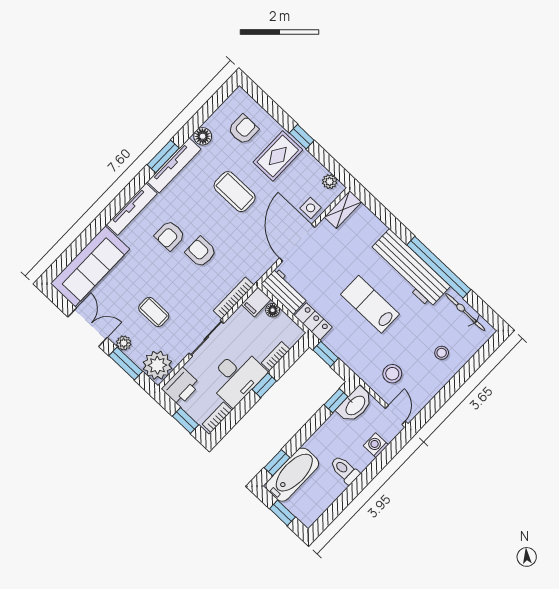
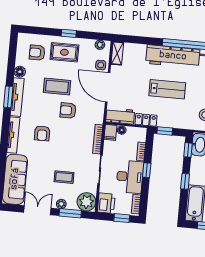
armchair: (243, 129) -> (37, 53), turned -90
rug: (278, 156) -> (64, 52), turned 90
armchair: (201, 252) -> (68, 111), moved
lab bench: (370, 304) -> (167, 89), turned 180
window: (277, 463) -> (185, 181), moved

